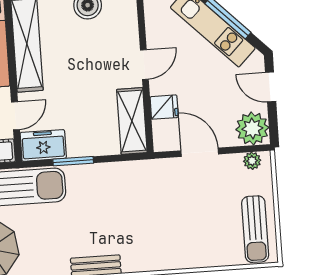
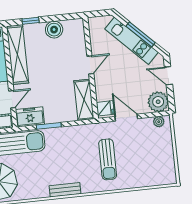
fridge: (164, 107) -> (105, 108), moved
sun lounger: (255, 229) -> (108, 159), moved

